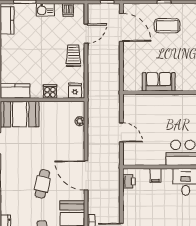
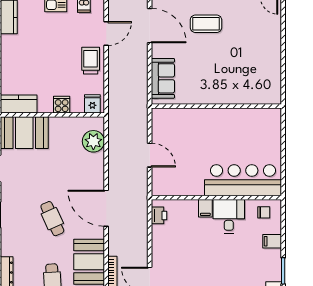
sofa: (159, 82) -> (163, 78), moved, turned 90
plant: (80, 121) -> (93, 141), width x1.88, depth x1.88
filing cabinet: (155, 175) -> (205, 208), moved
cafe table: (42, 184) -> (52, 219), turned -36

